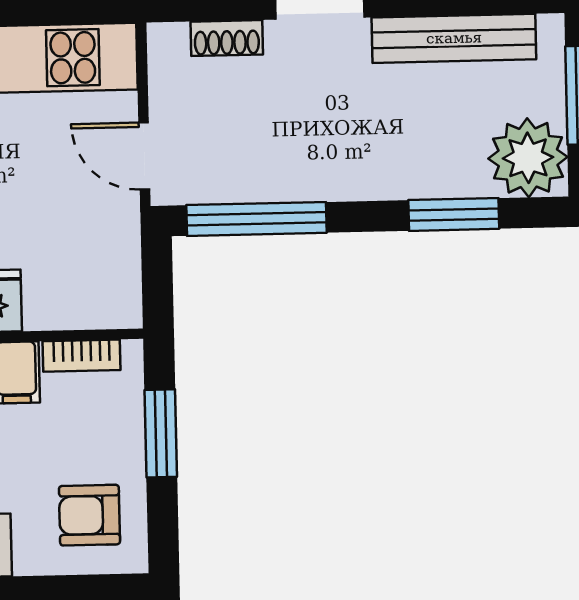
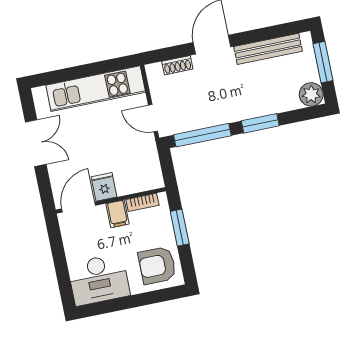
plant: (528, 158) -> (311, 94), width x0.73, depth x0.73
window: (454, 214) -> (260, 123), moved
armchair: (89, 515) -> (157, 265), width x1.38, depth x1.38

